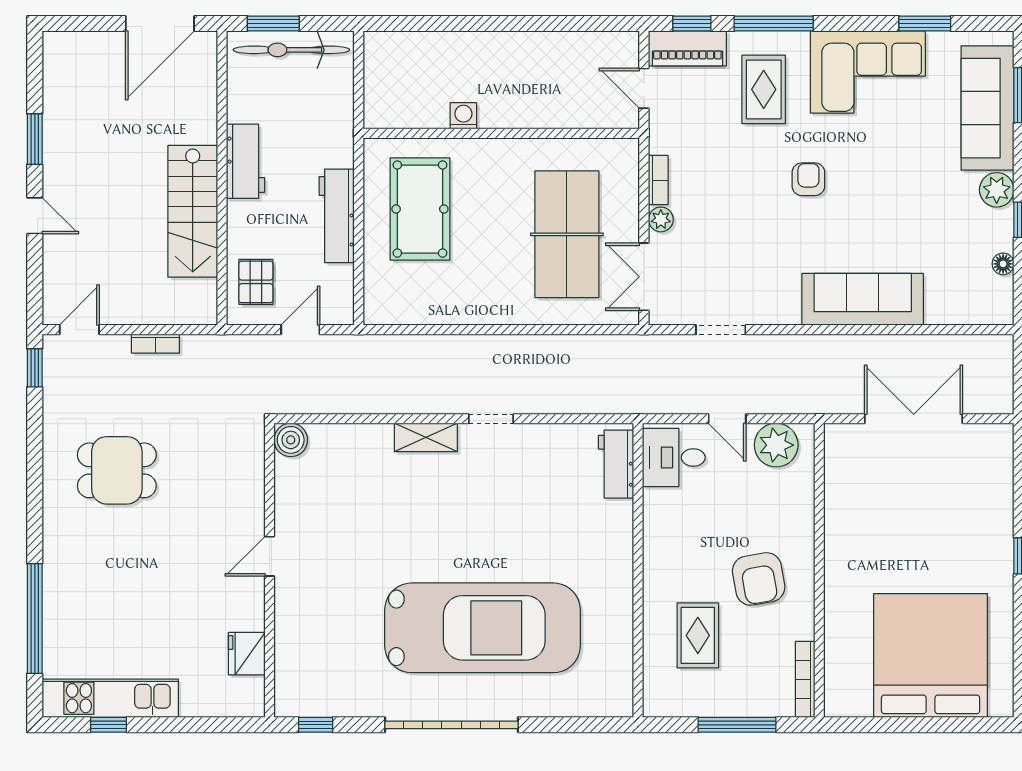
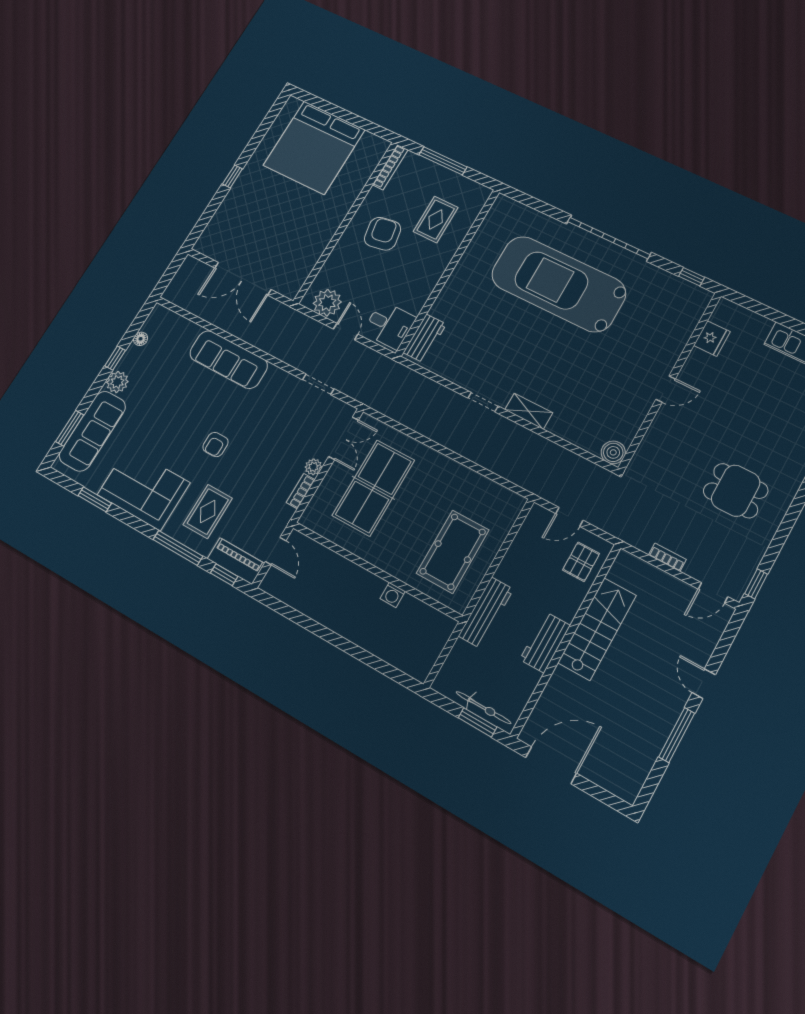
bicycle: (291, 50) -> (483, 708), width x0.73, depth x0.71
window: (35, 139) -> (677, 735), width x1.44
workbench: (337, 216) -> (486, 613), moved

